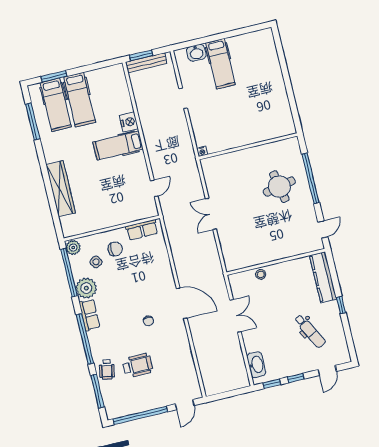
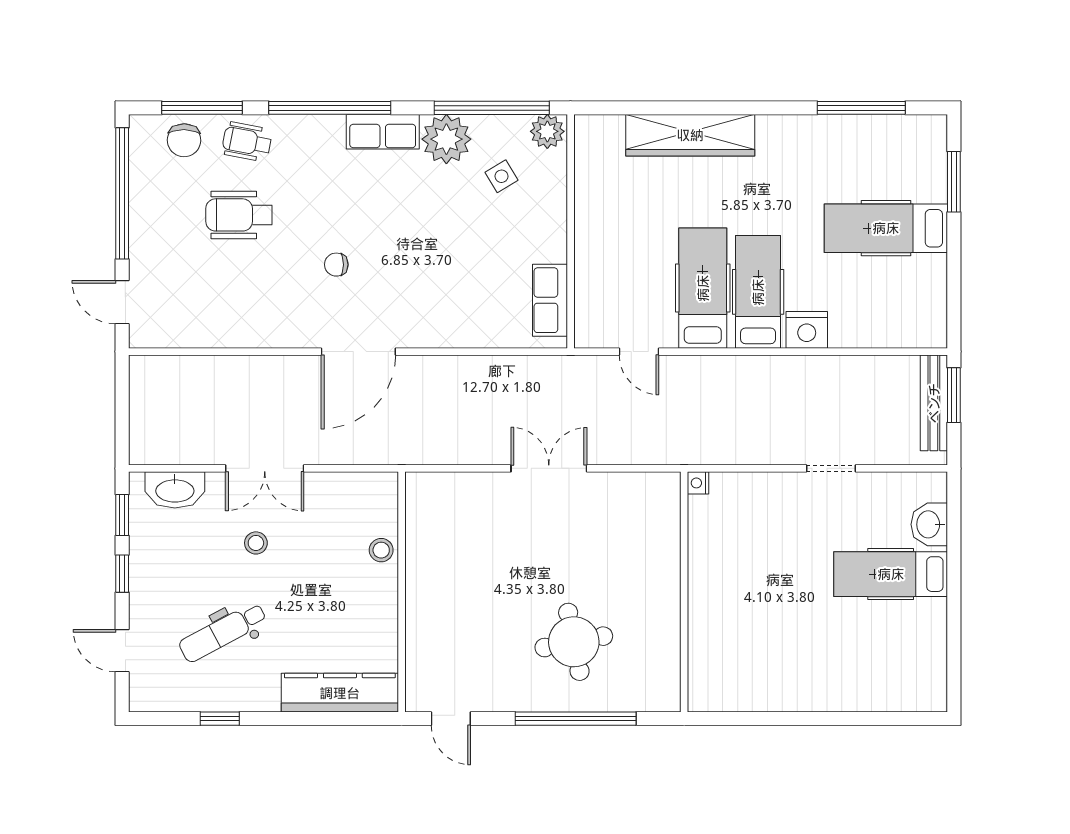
hospital bed: (56, 105) -> (703, 288), moved, turned 90
chair: (115, 249) -> (184, 140), moved
window: (341, 305) -> (220, 719), moved
double door: (235, 316) -> (265, 468), moved
stool: (270, 326) -> (256, 543), added
wheelchair: (138, 365) -> (239, 215), turned 90

